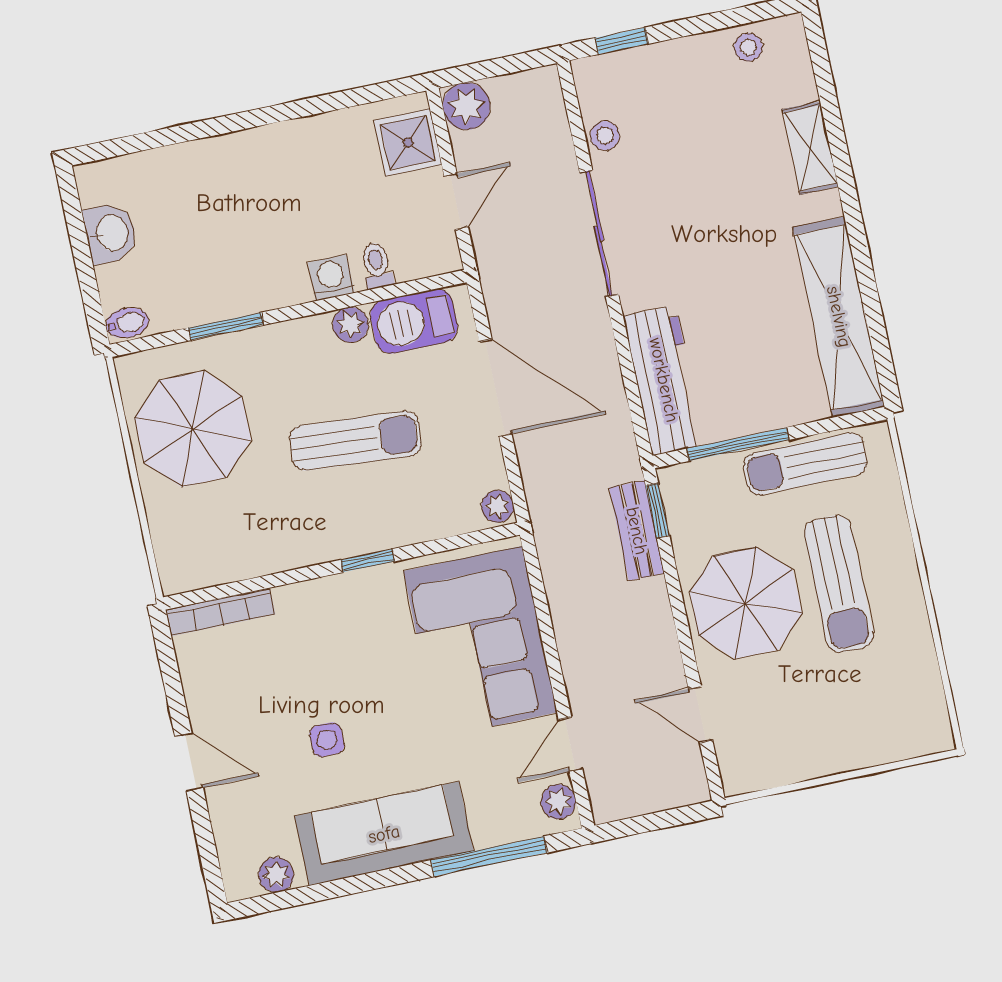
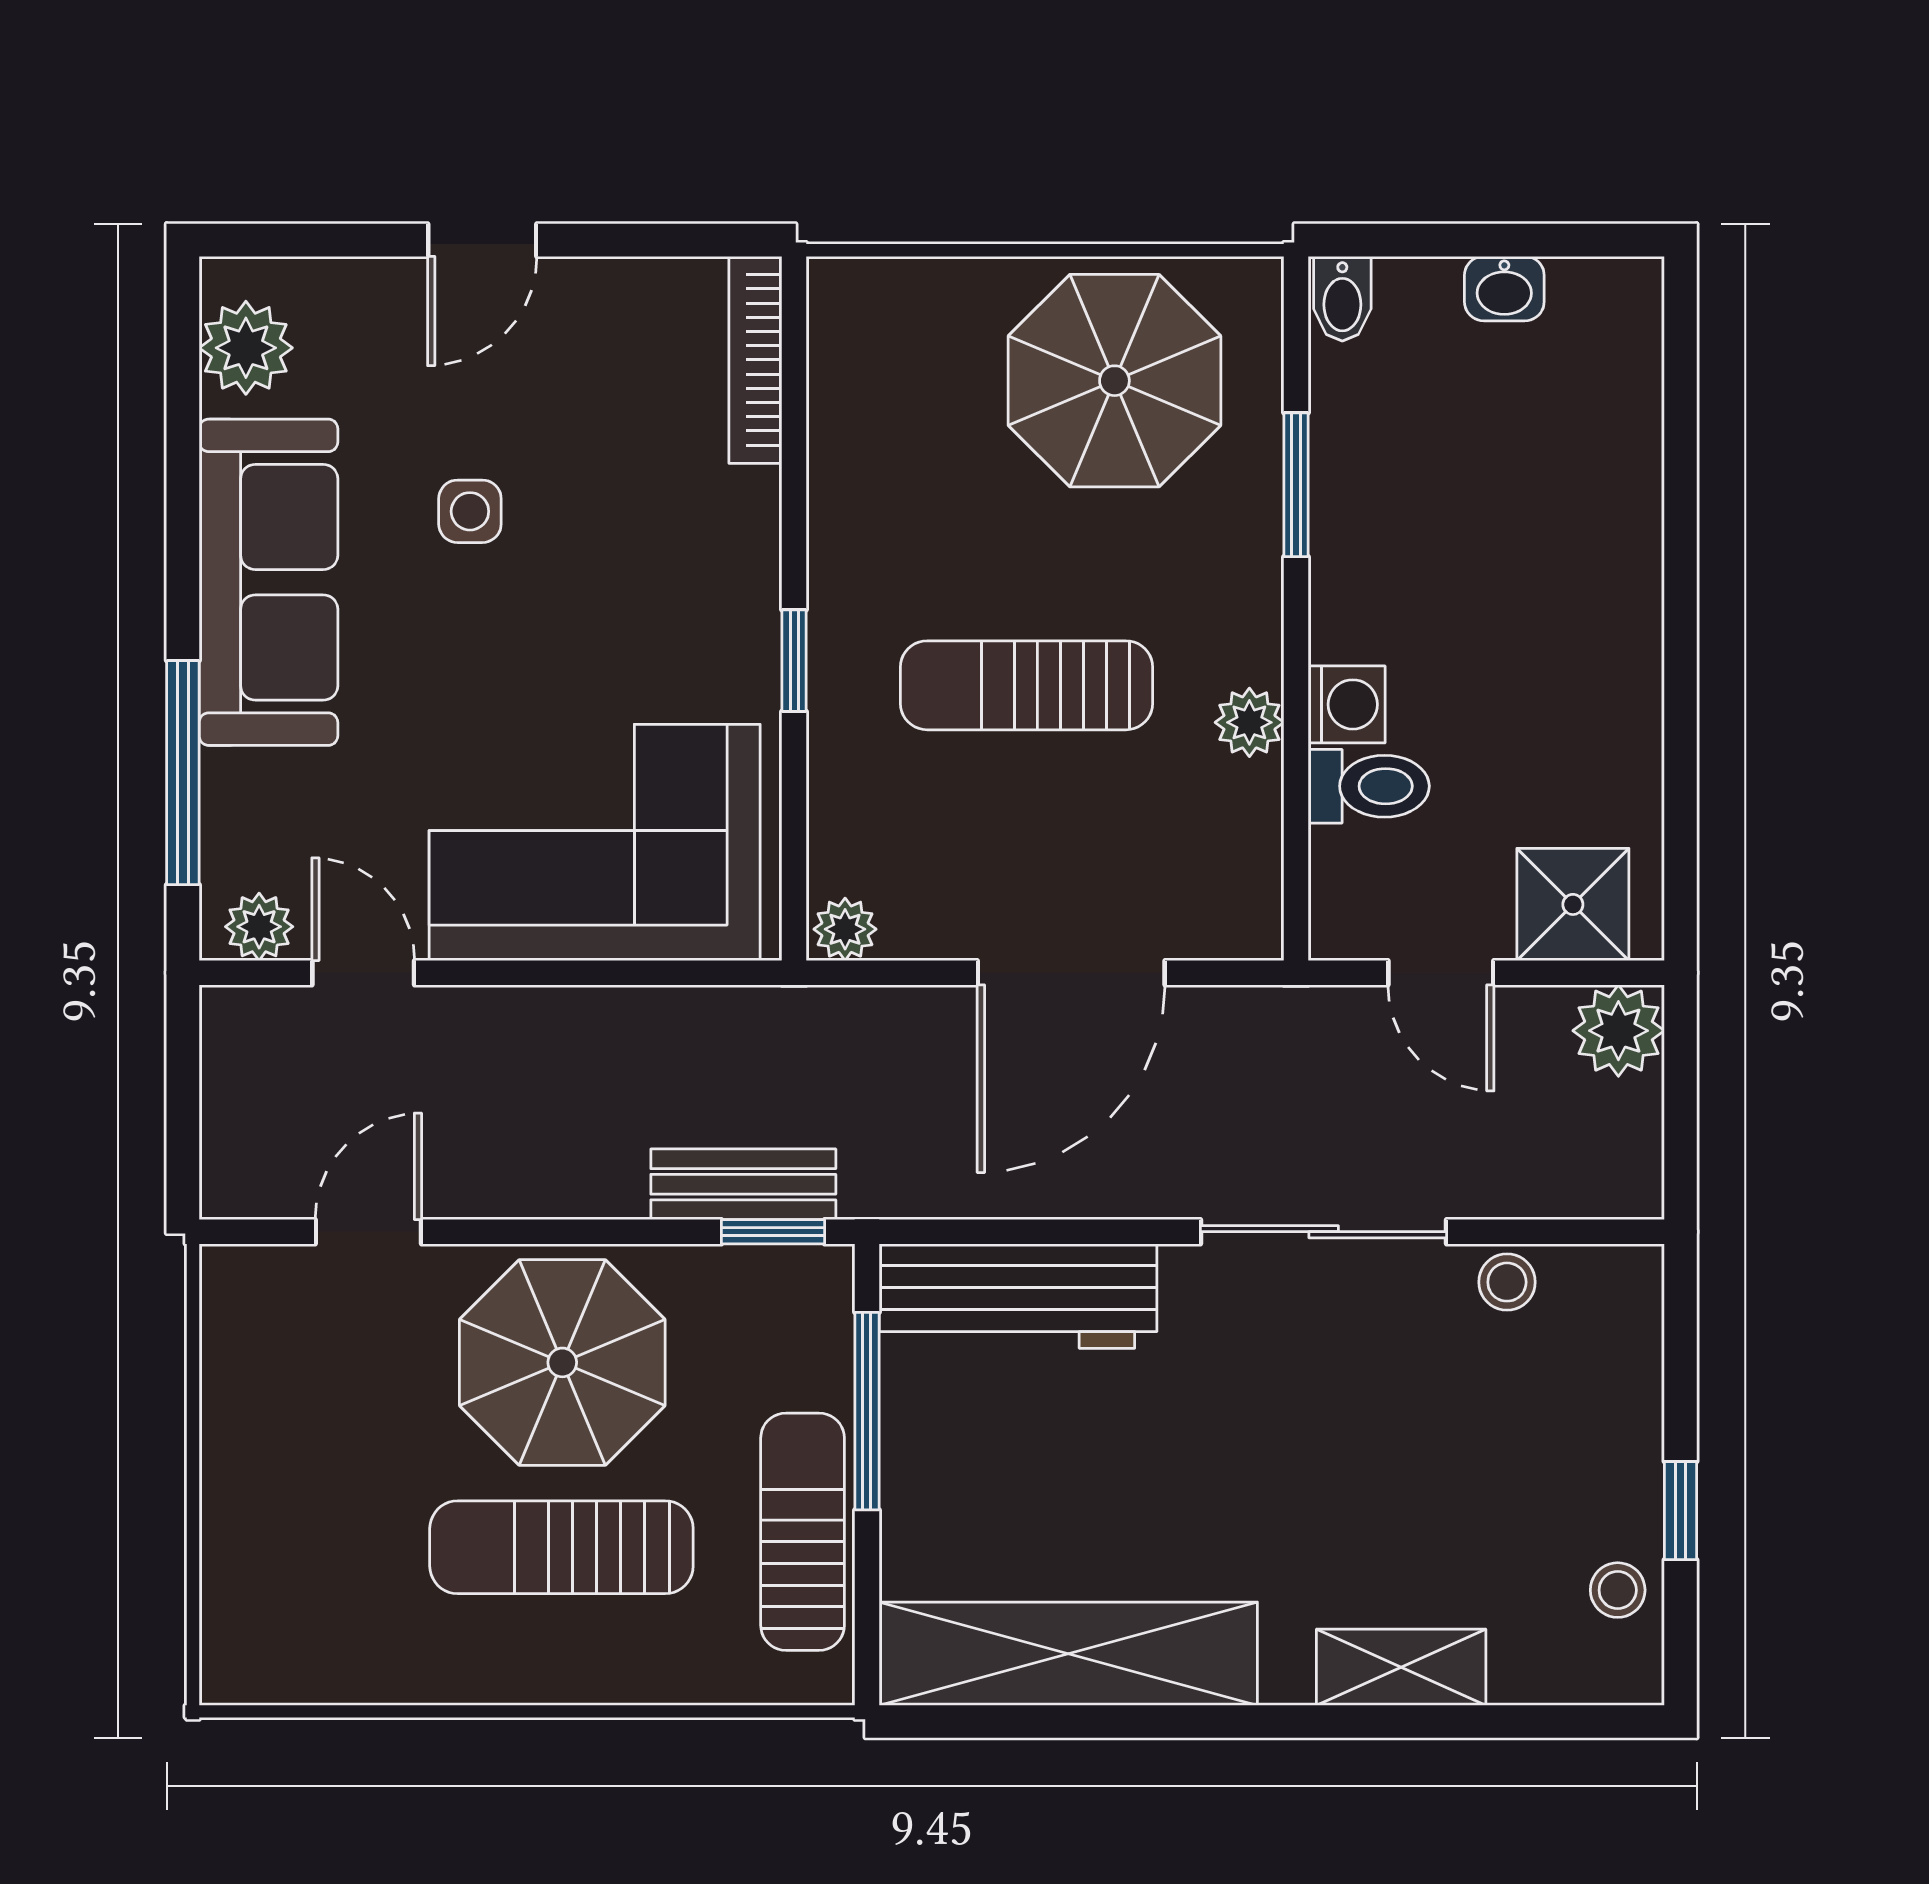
window: (622, 41) -> (1680, 1511), moved
washbasin: (111, 233) -> (1504, 289), width x0.72, depth x0.69
toilet: (377, 265) -> (1369, 786), width x1.37, depth x1.39
barbecue: (414, 321) -> (1231, 845), removed
sun lounger: (355, 441) -> (1027, 685), turned 86
plant: (276, 875) -> (246, 348), width x1.38, depth x1.38

